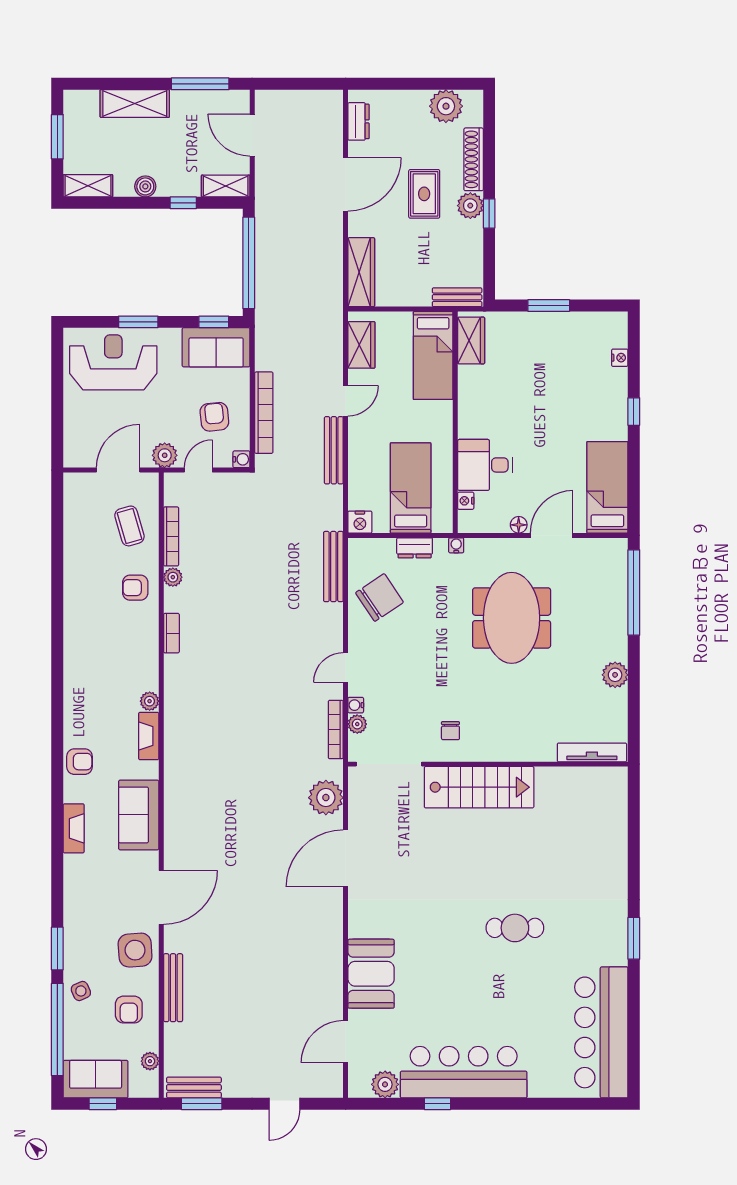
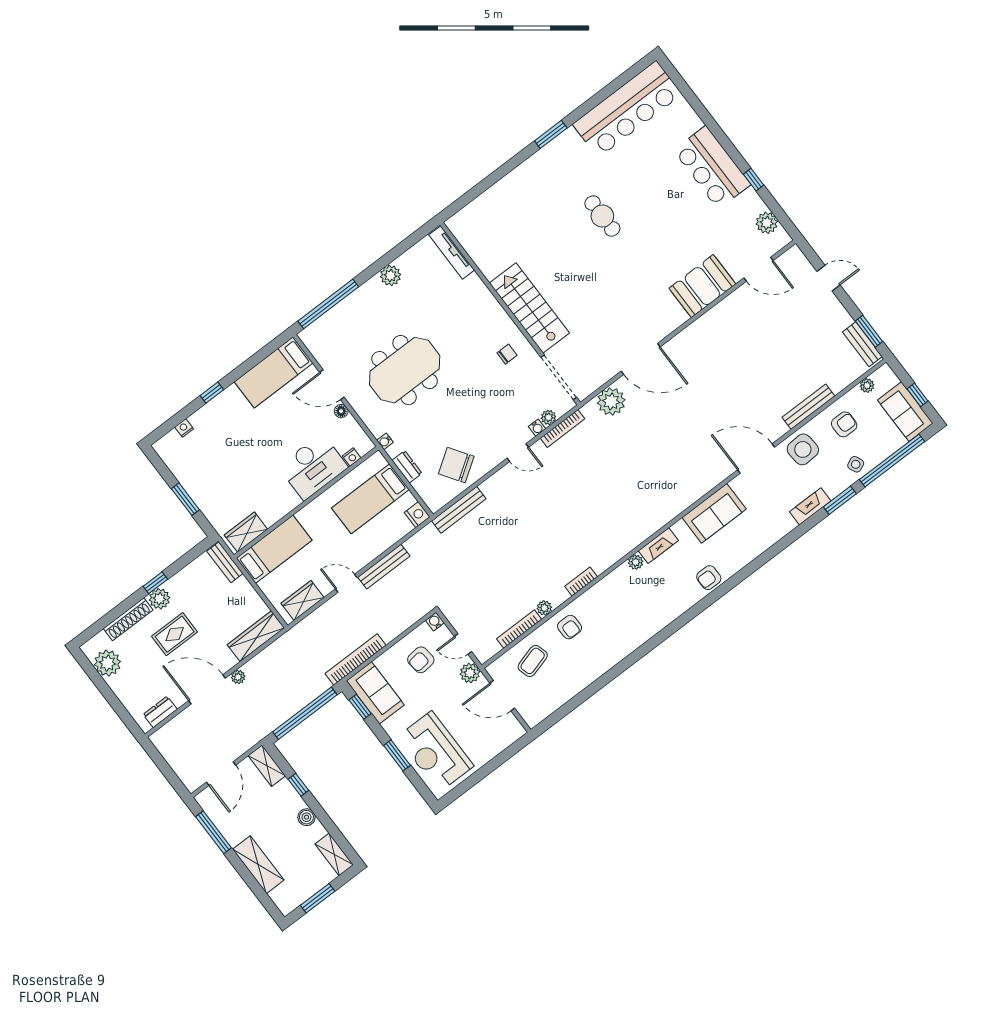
plant: (334, 224) -> (238, 677), added
bookcase: (264, 413) -> (355, 659), moved
desk: (485, 465) -> (313, 467), width x1.37
armchair: (80, 762) -> (709, 578), turned -90
fireplace: (74, 828) -> (810, 506), moved
bar counter: (464, 1072) -> (712, 167), width x0.73

